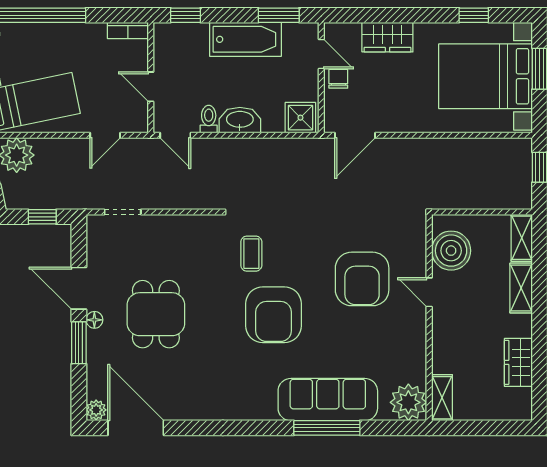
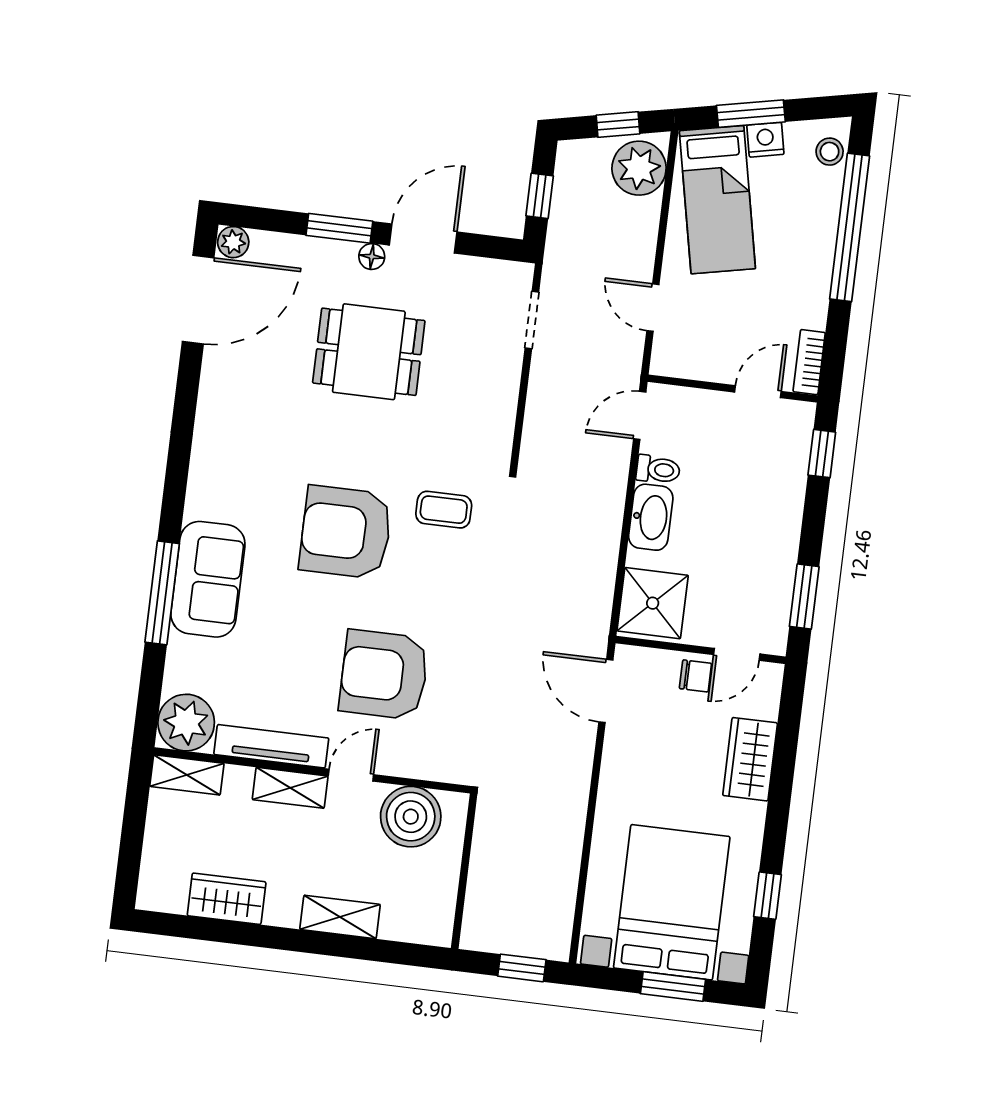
bathtub: (245, 39) -> (774, 541), removed
door: (151, 87) -> (758, 392), moved
shower: (300, 118) -> (653, 603), width x1.36, depth x1.36
shelving: (522, 238) -> (290, 788), moved
tv unit: (417, 346) -> (271, 746), added
sofa: (328, 400) -> (208, 579), width x0.73

